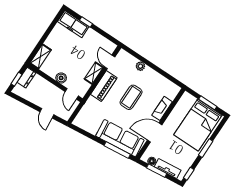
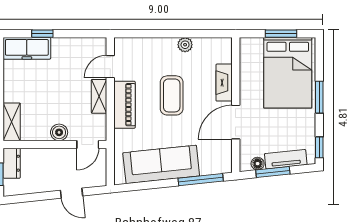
door: (110, 62) -> (110, 67), hinge flipped
plant: (140, 66) -> (185, 45), moved
door: (72, 94) -> (88, 144), hinge flipped
sofa: (120, 138) -> (161, 164), moved

